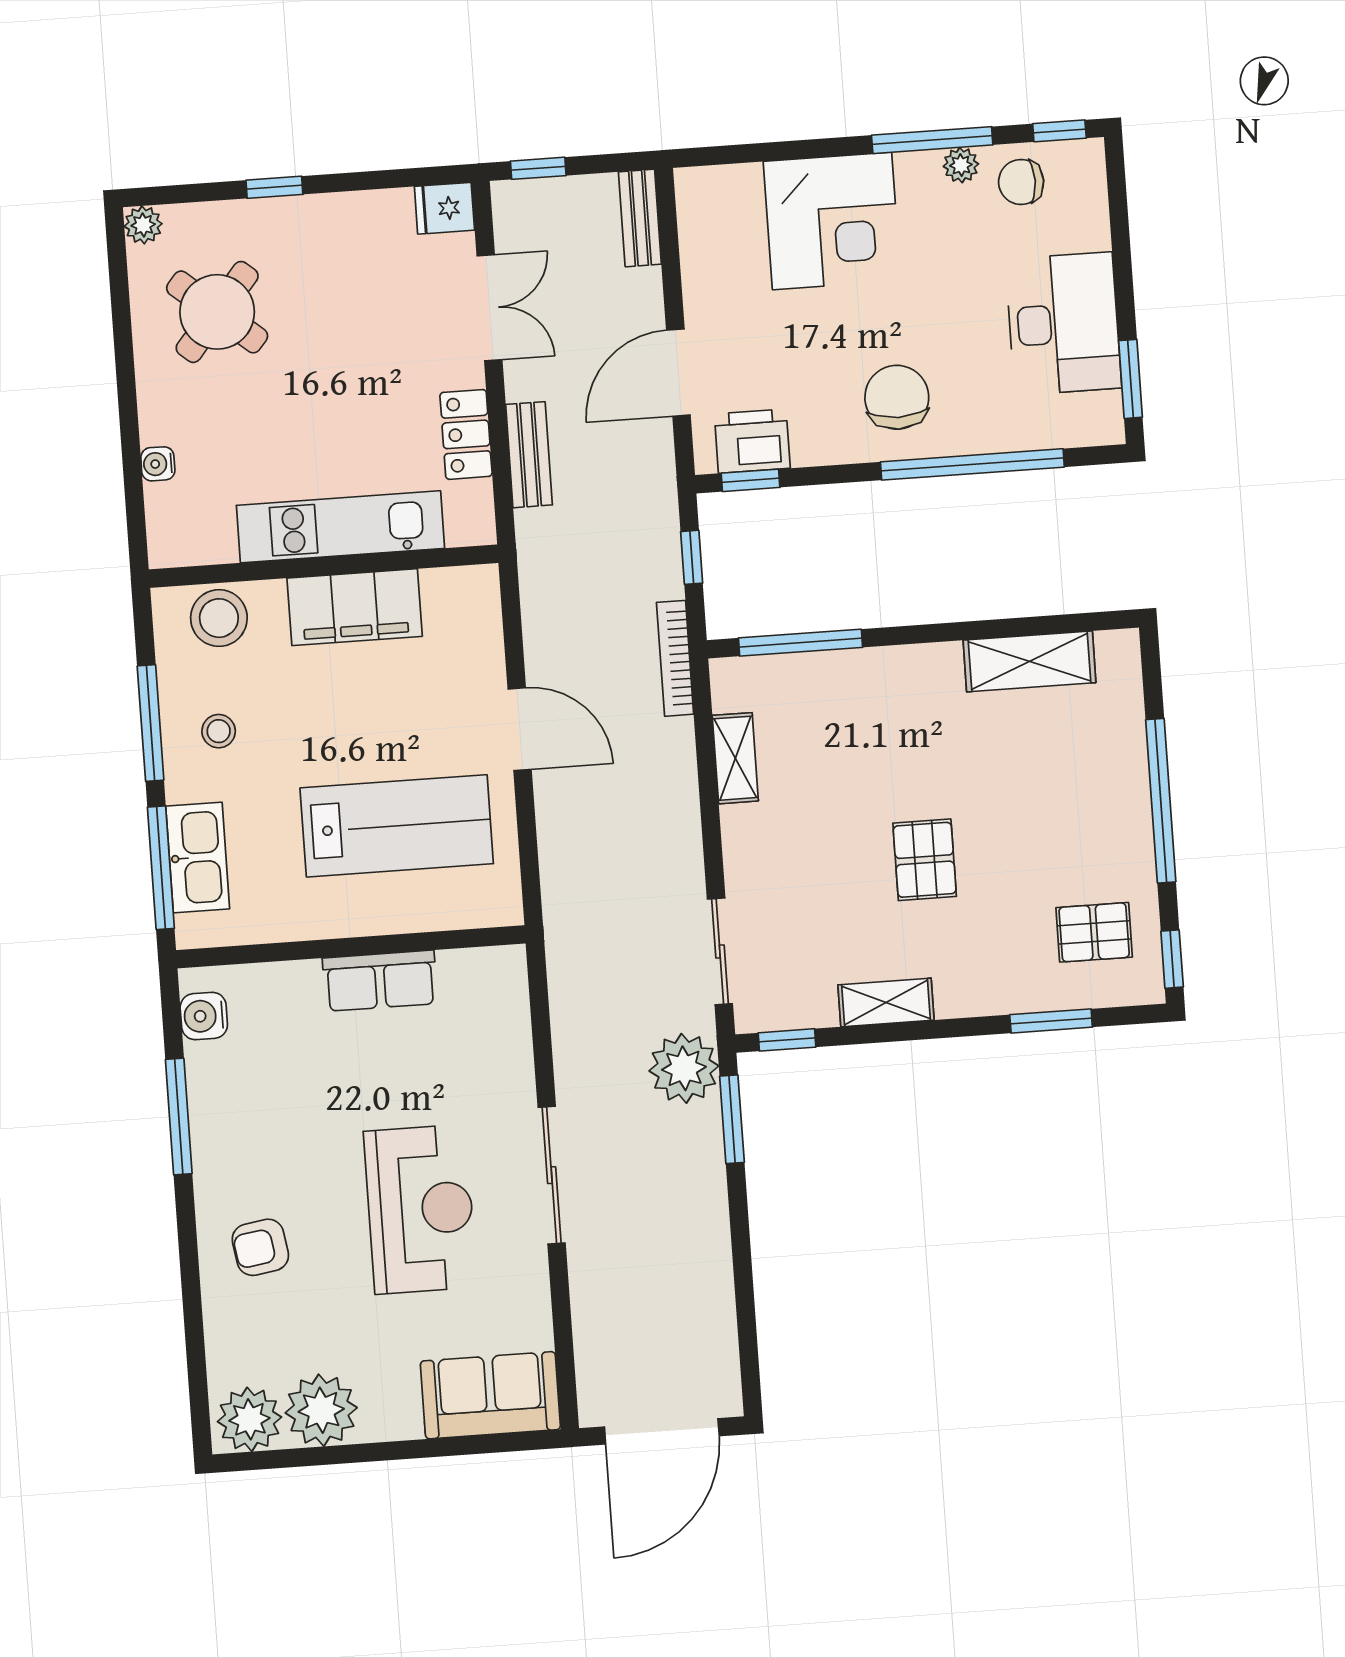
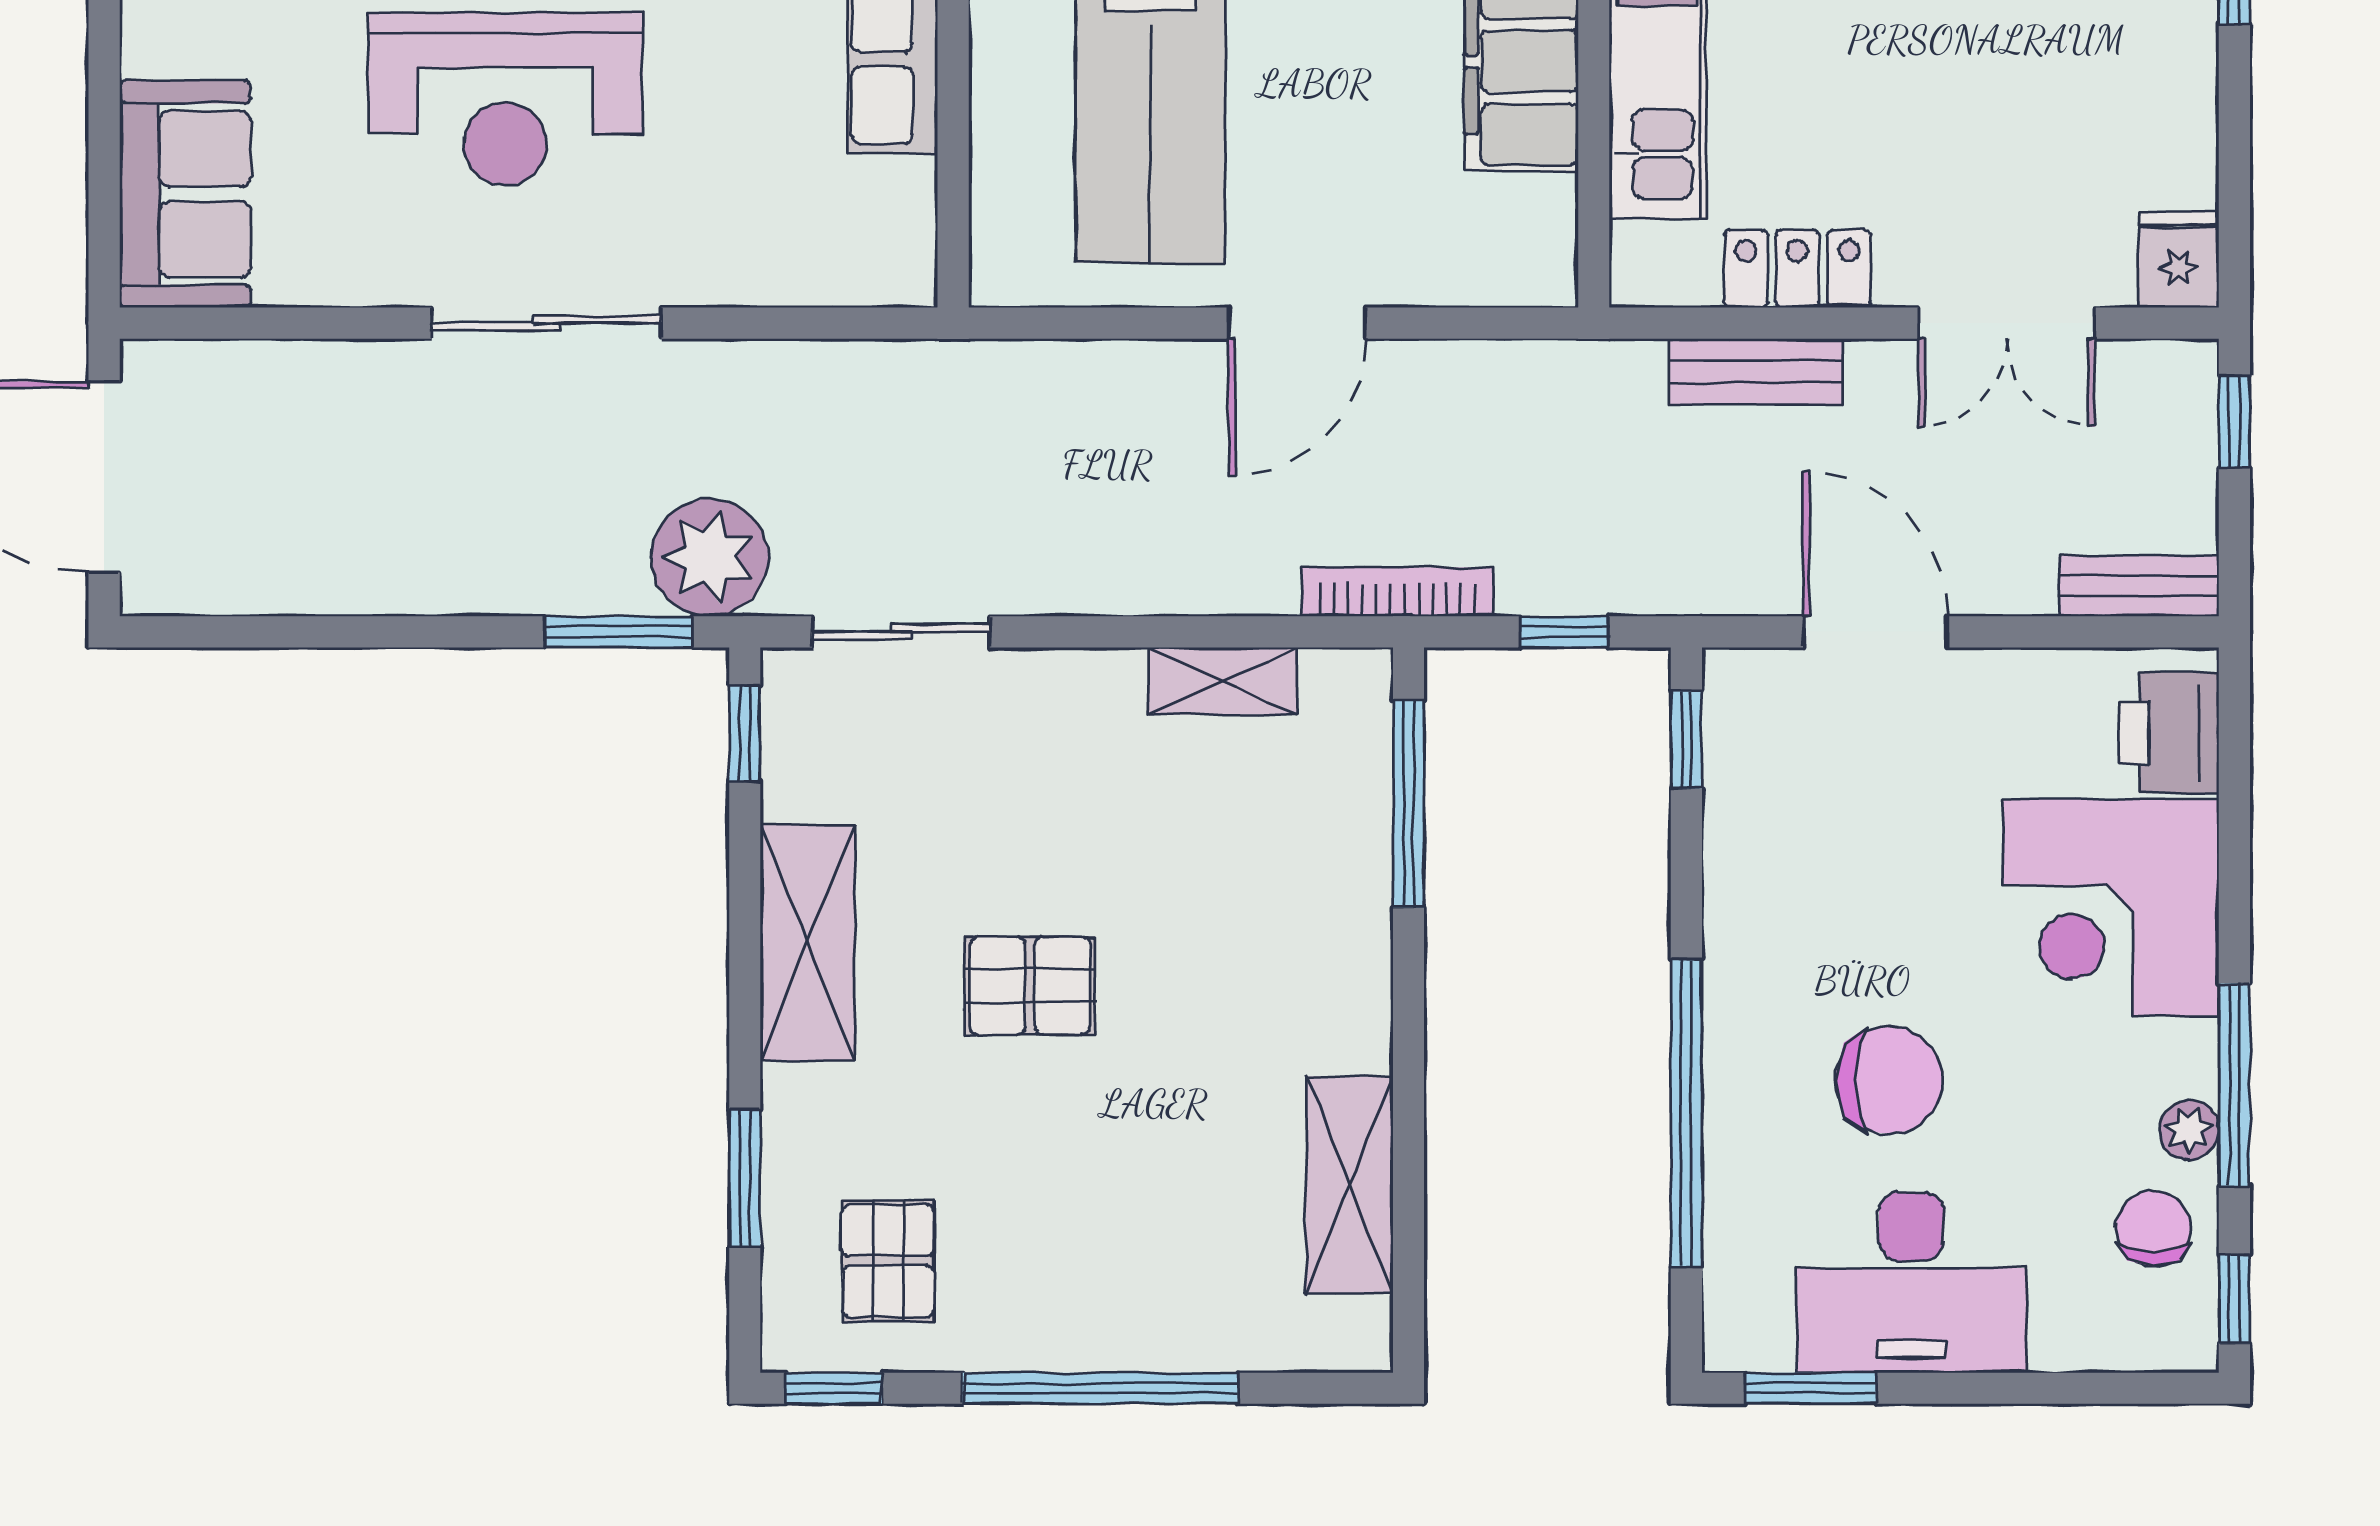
chair: (897, 397) -> (1889, 1080), moved
printer: (752, 441) -> (2169, 733), moved, turned 180
shelving: (886, 1002) -> (807, 943), width x1.50, depth x1.33

